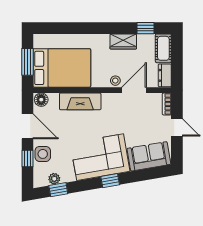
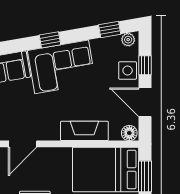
stool: (115, 81) -> (44, 155), removed
plant: (54, 179) -> (128, 40), moved

